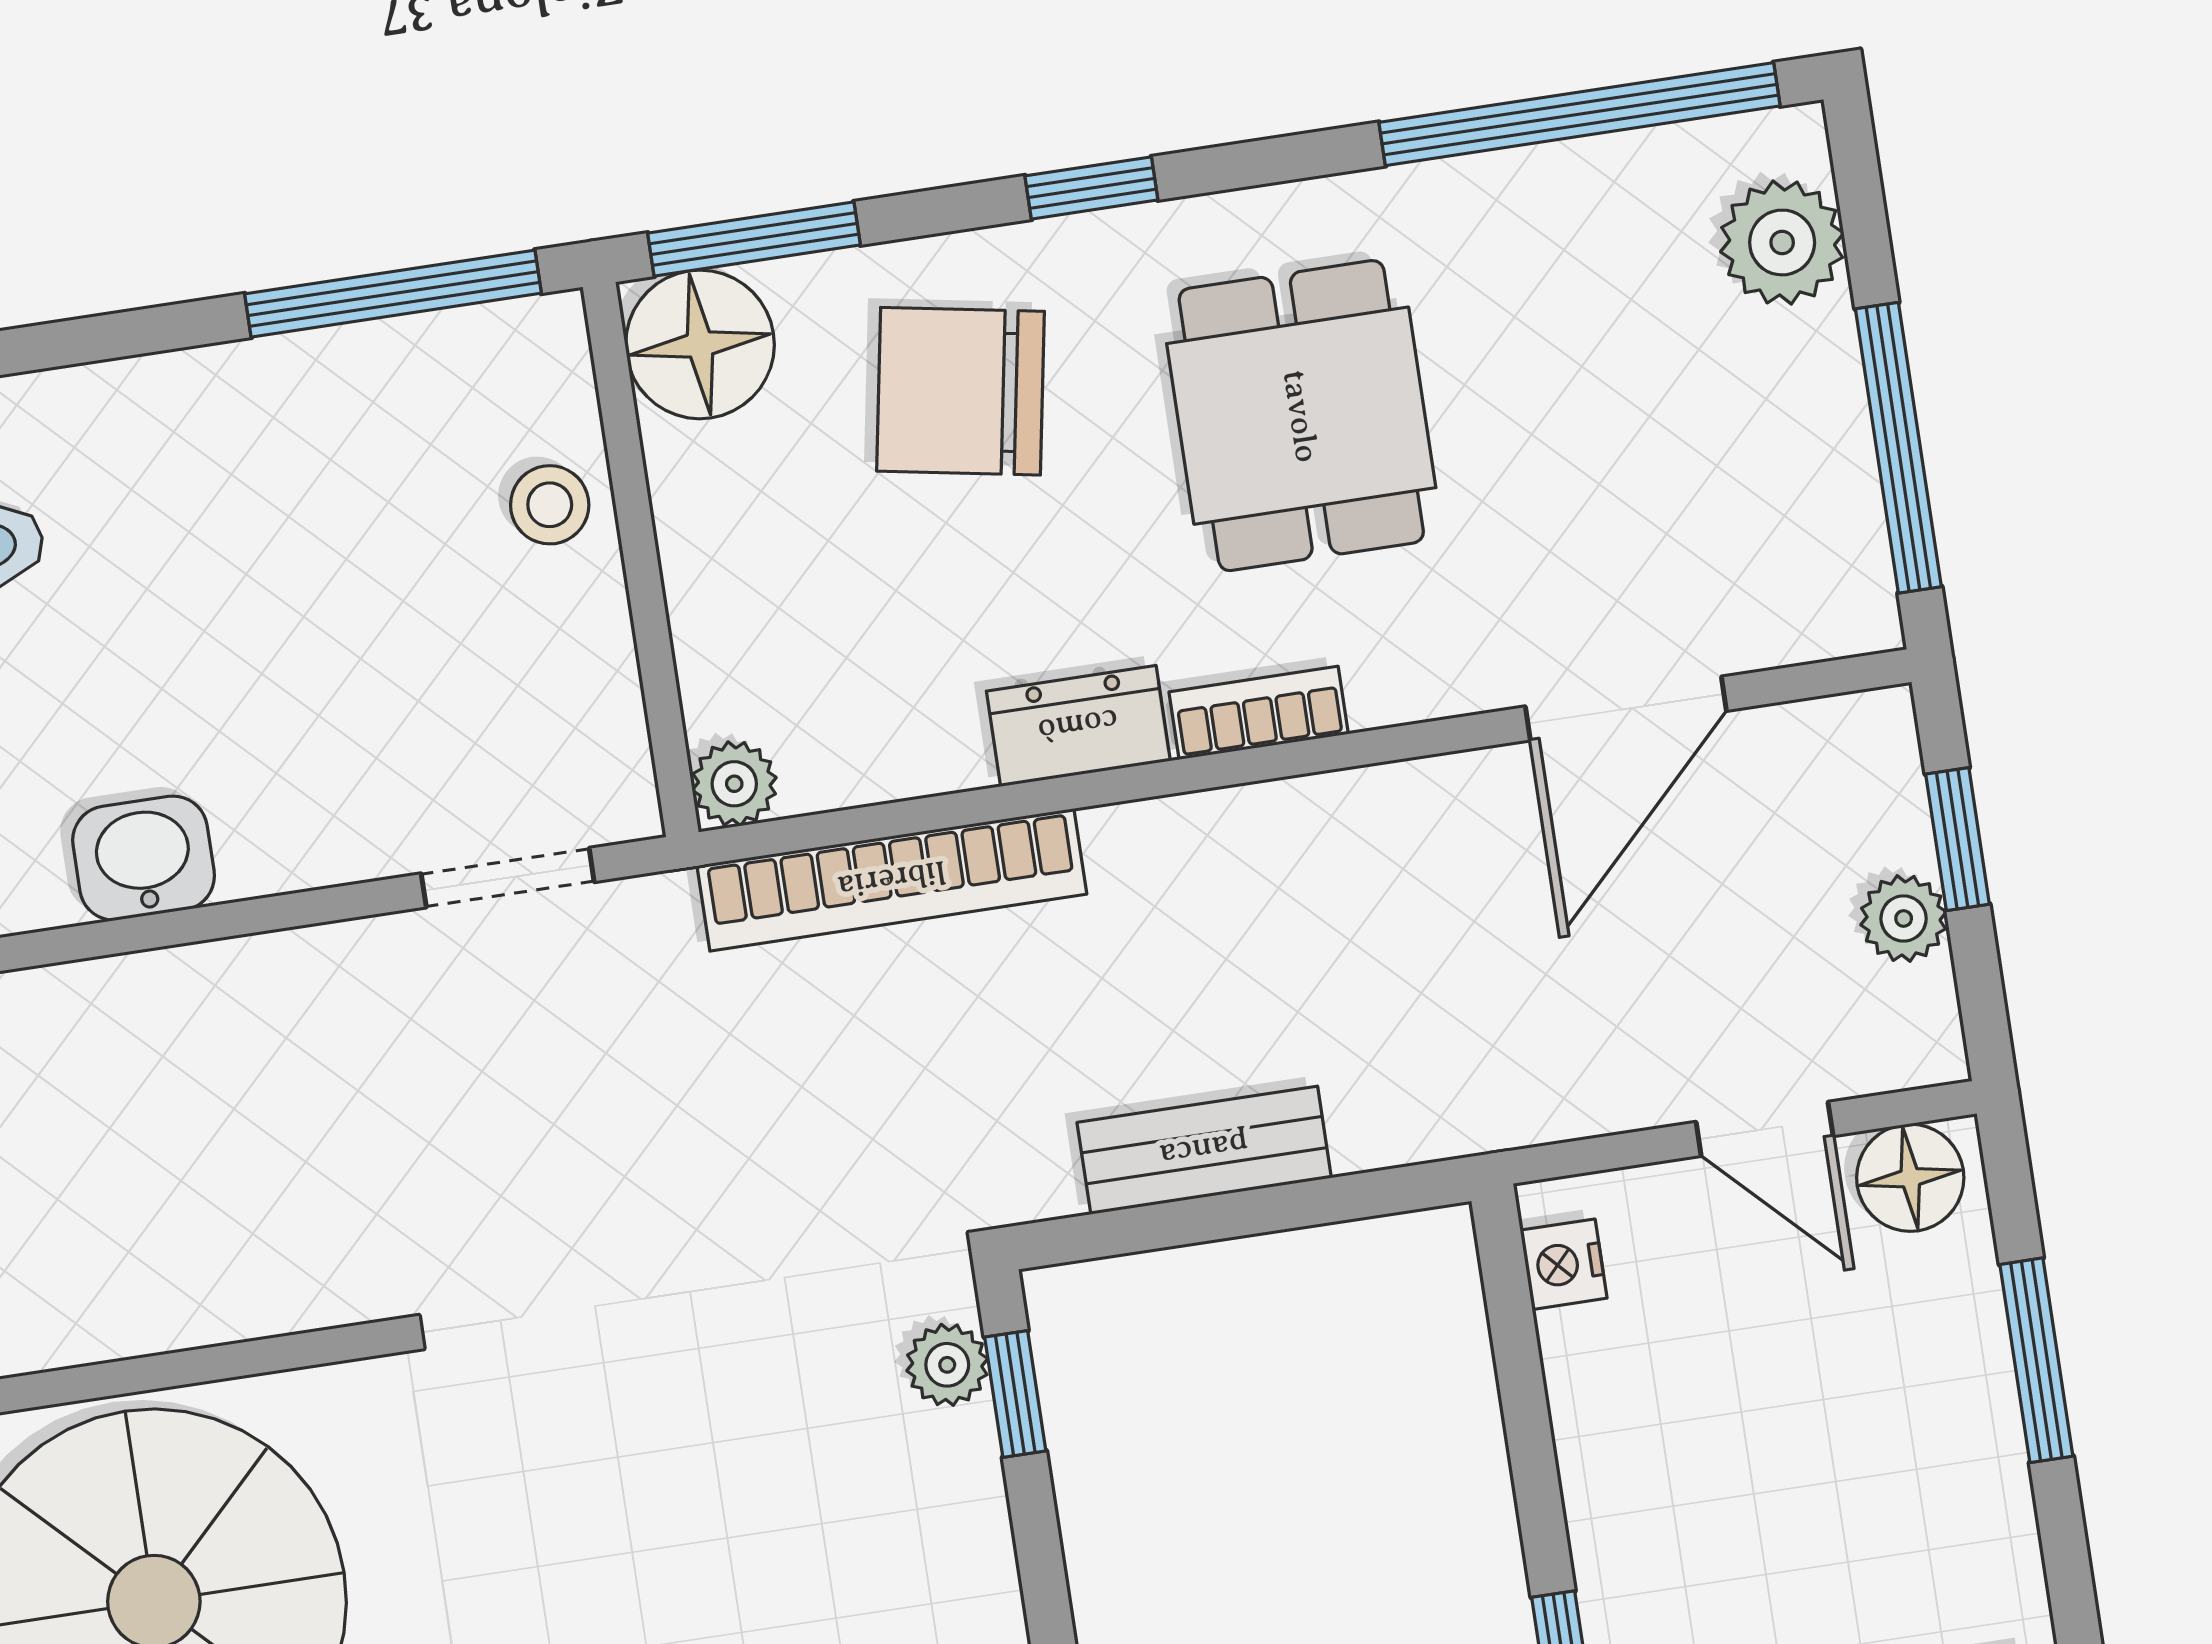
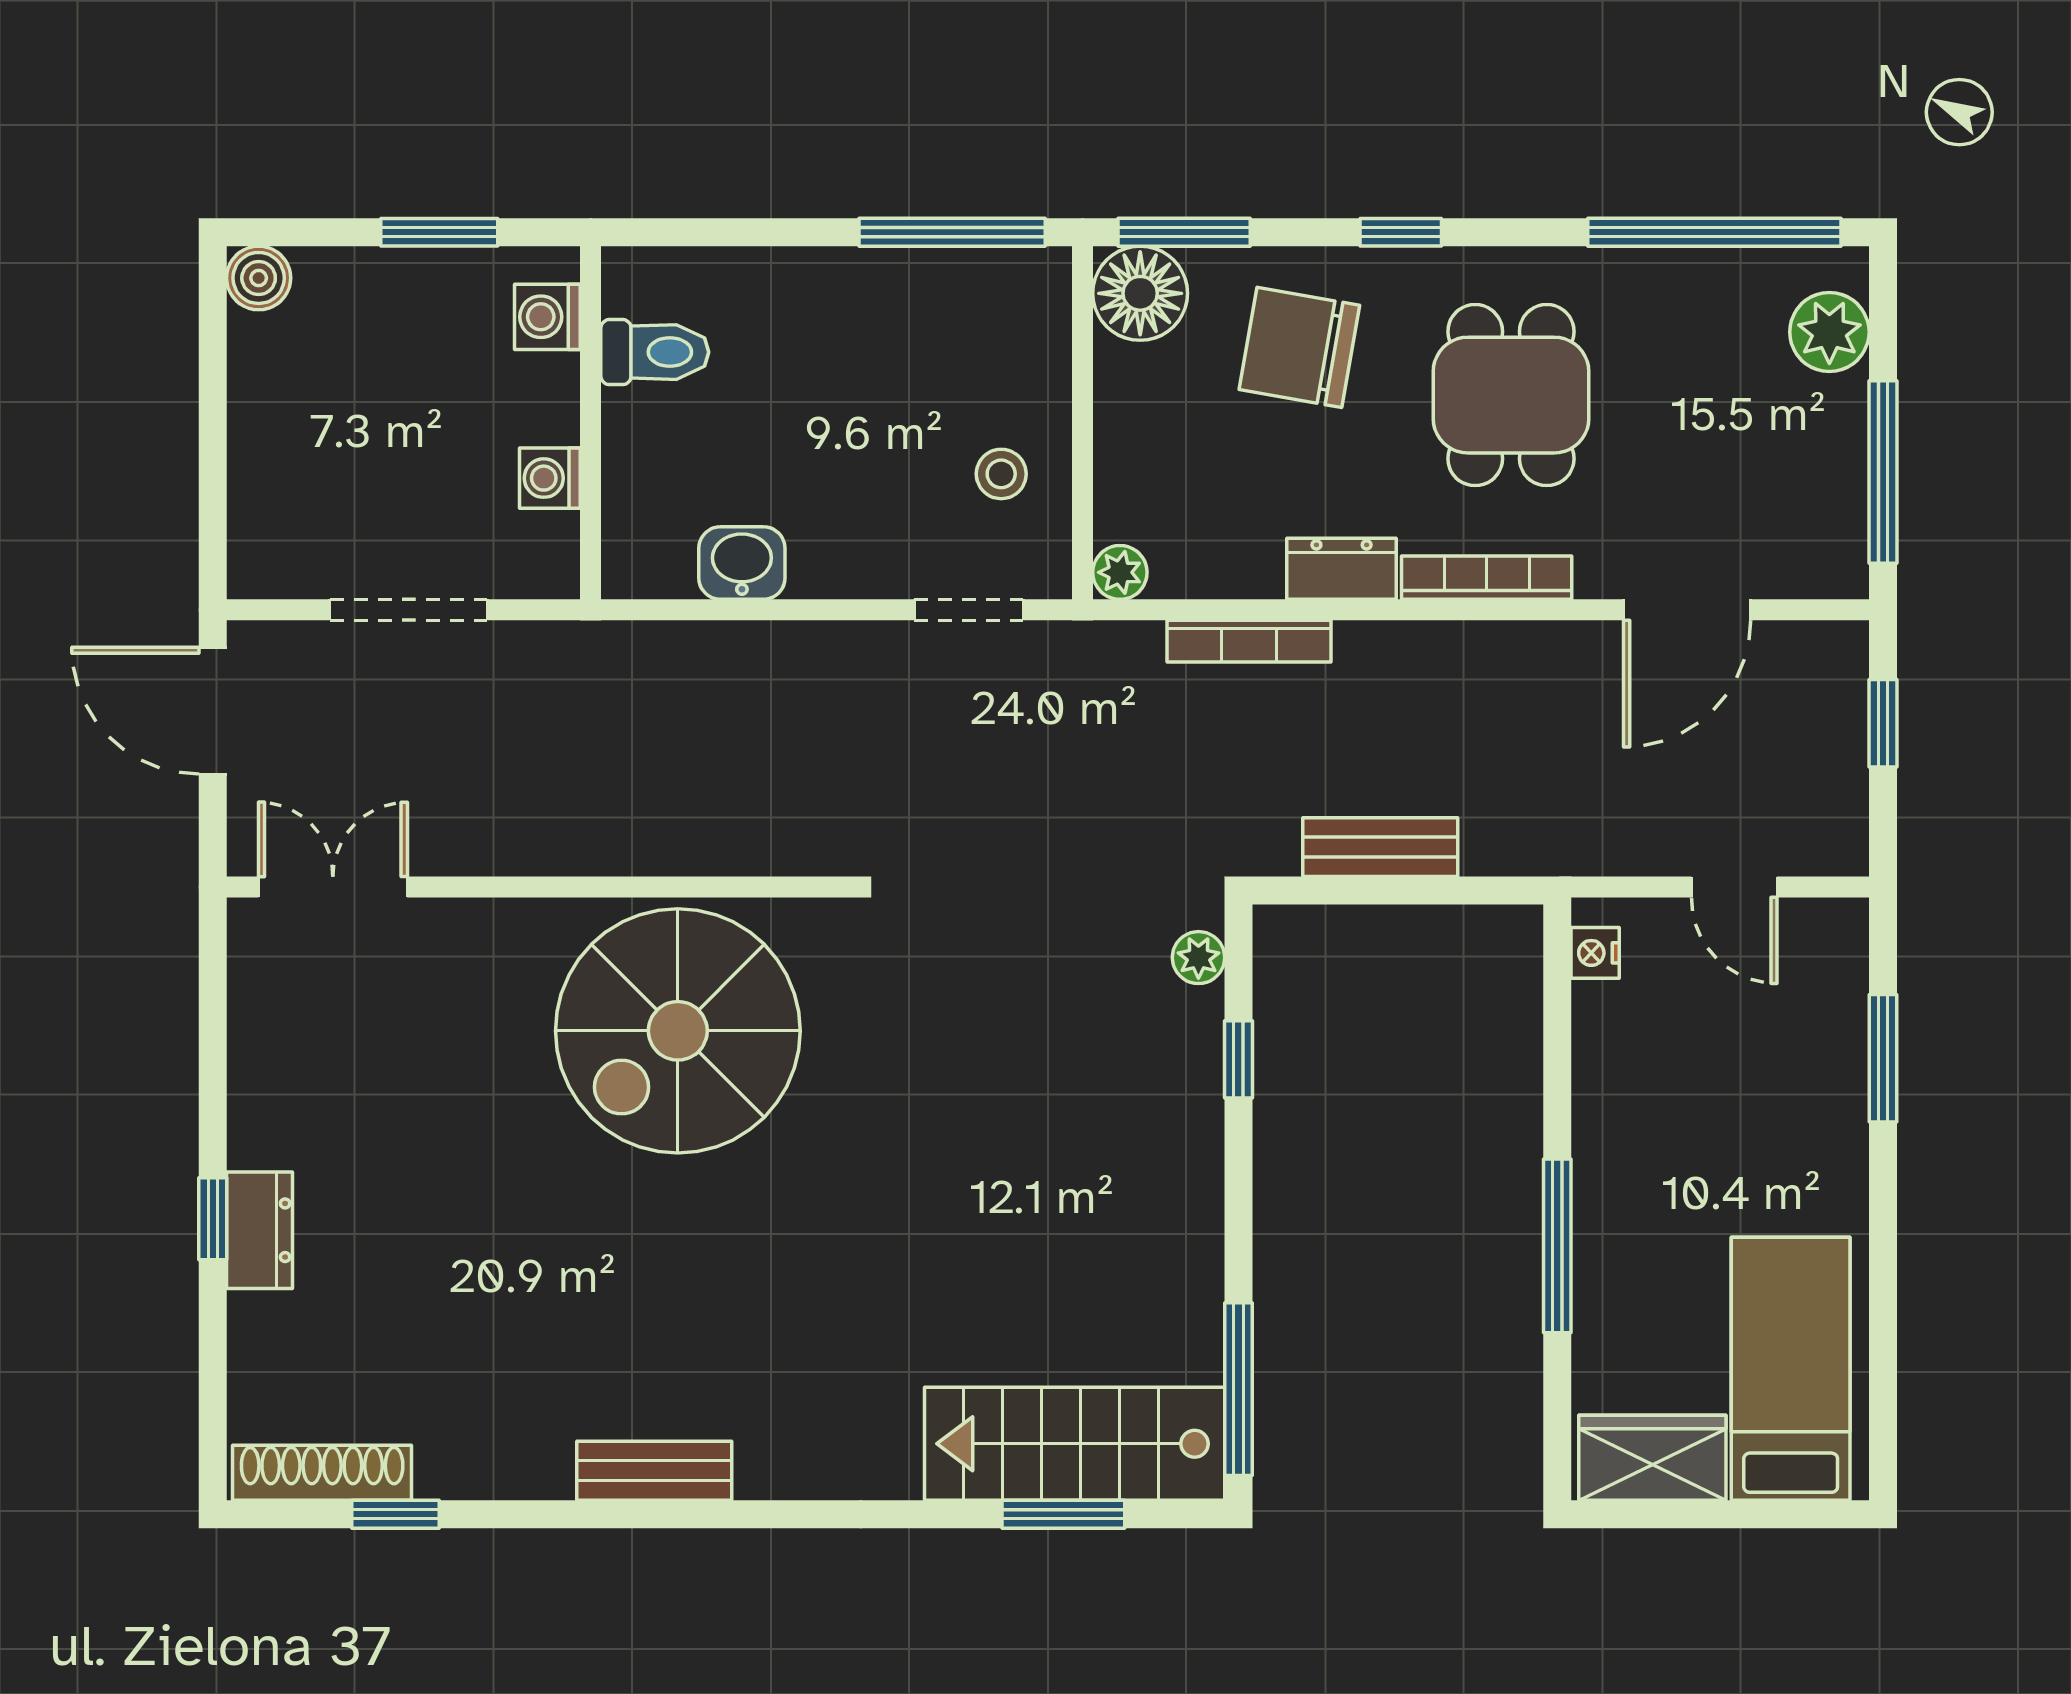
stool: (550, 505) -> (1001, 474), moved
bookcase: (1259, 713) -> (1487, 578), width x1.56
bookcase: (892, 880) -> (1249, 641), width x0.68, depth x0.76
plant: (1904, 918) -> (1841, 768), removed
floor lamp: (1910, 1178) -> (1821, 932), removed
window: (1015, 1394) -> (1238, 1059), moved

